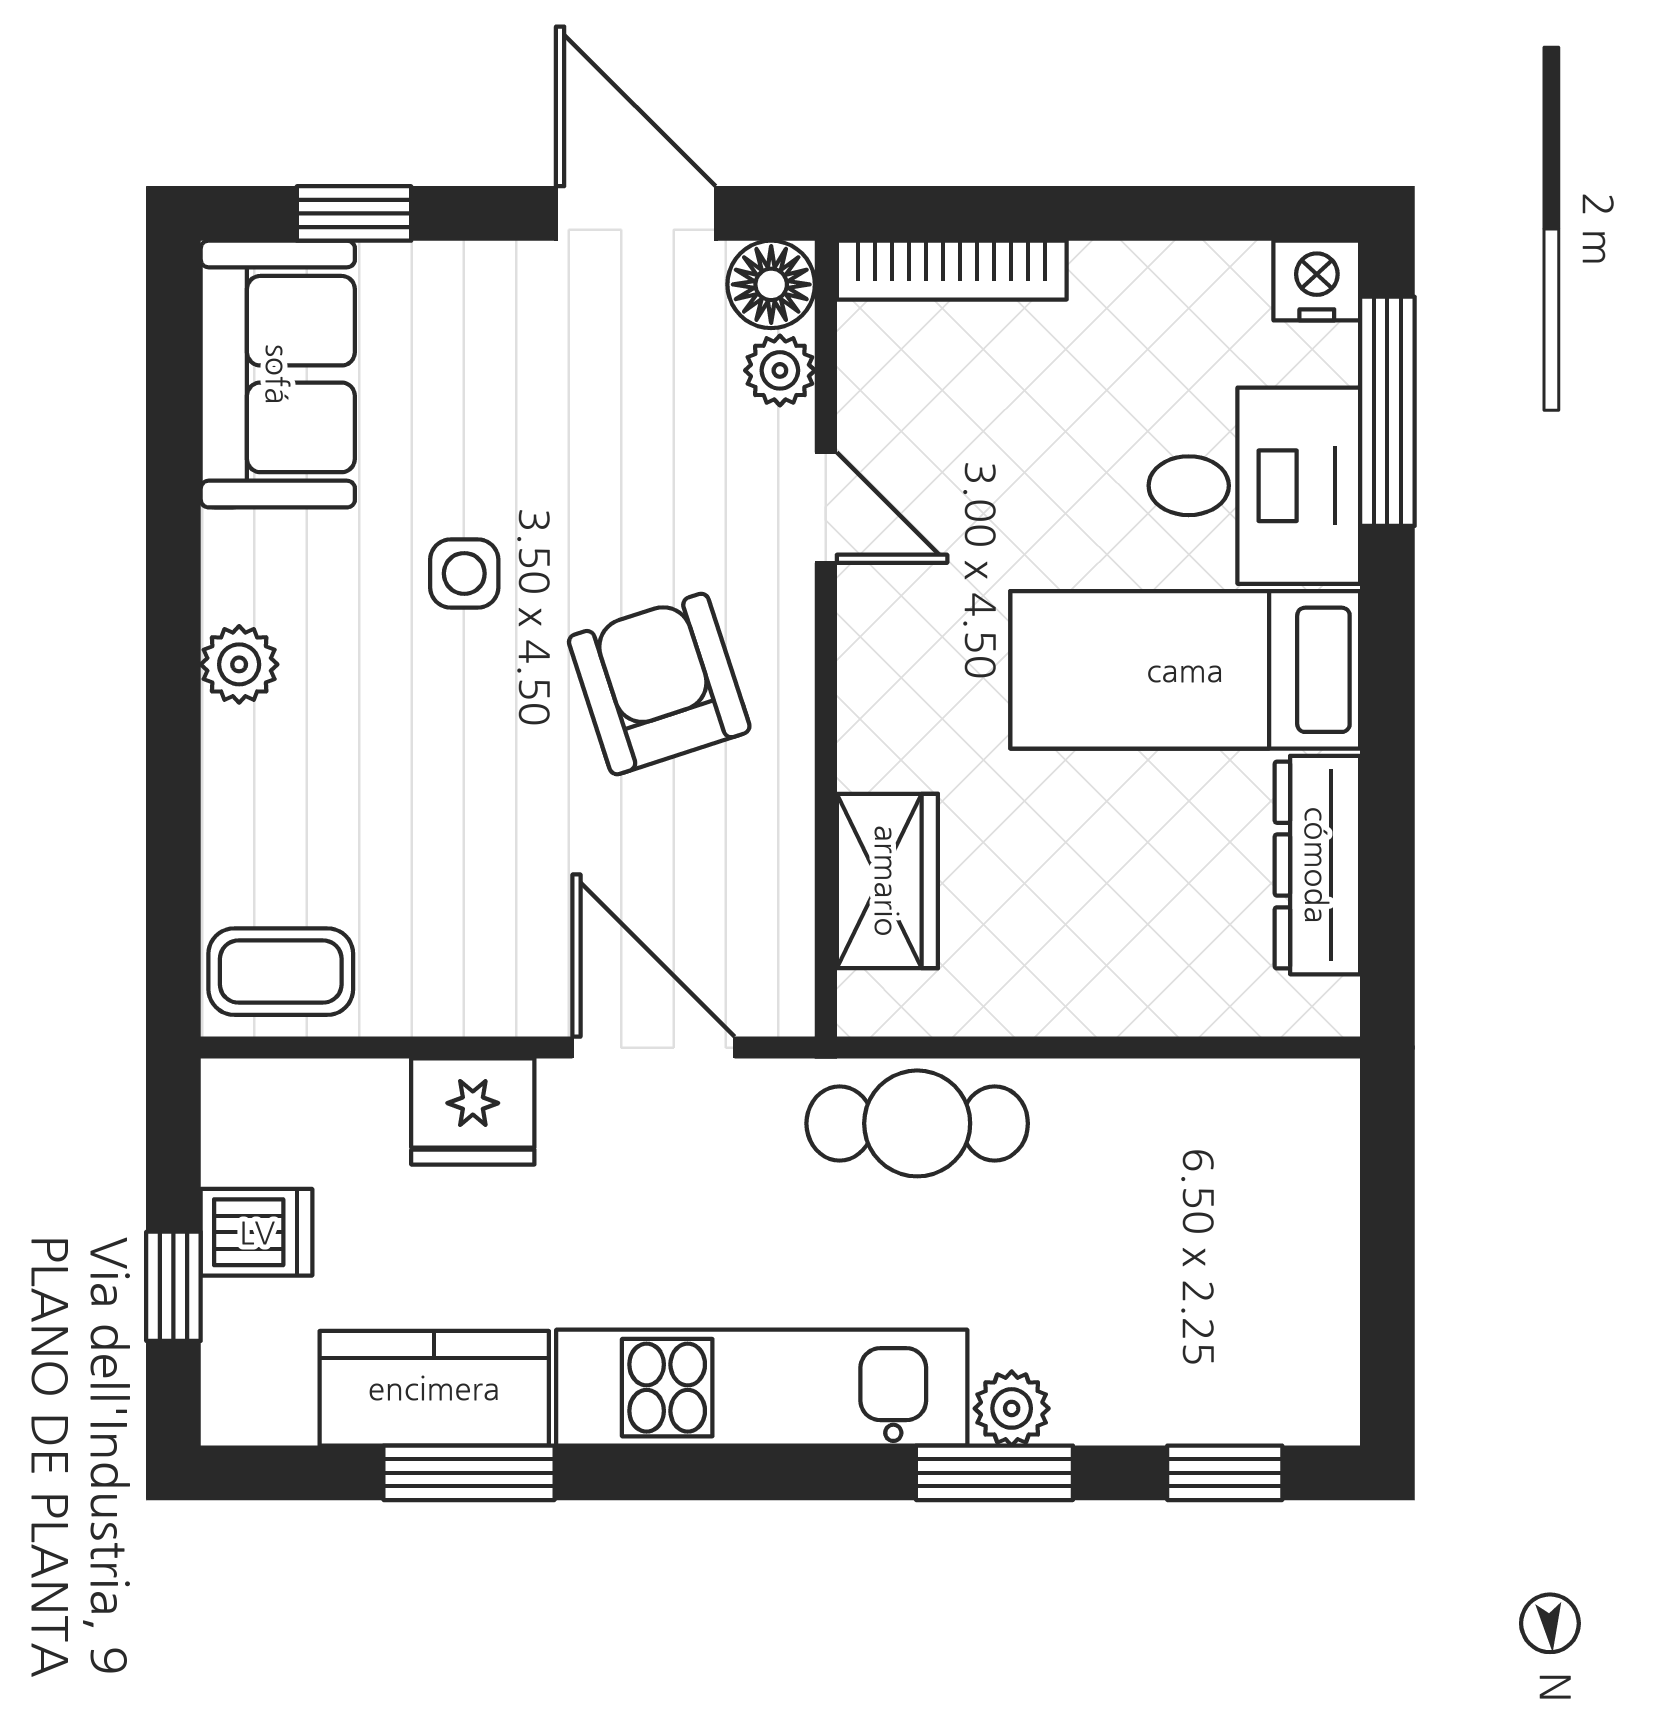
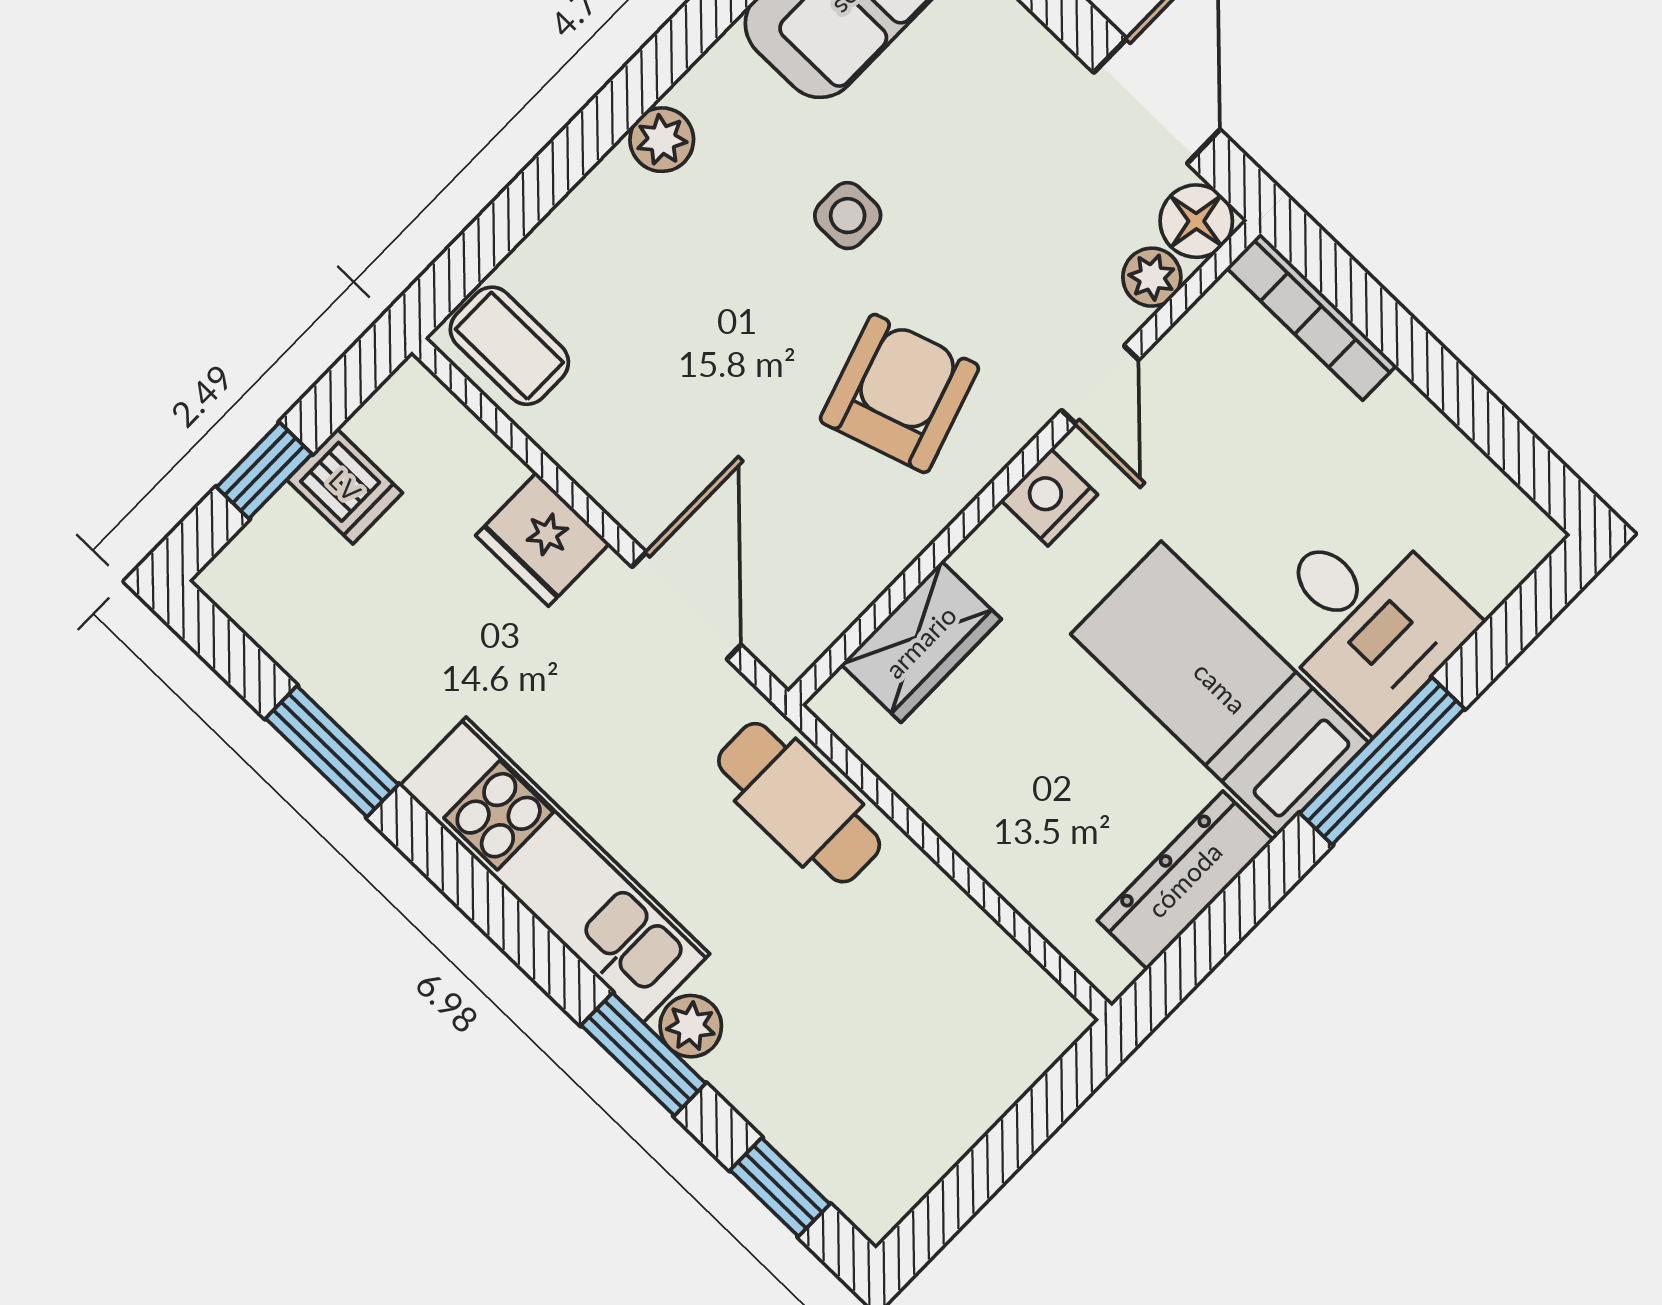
nightstand: (1317, 281) -> (1049, 497), moved, turned -90
window: (1387, 411) -> (1382, 761), moved
kitchen counter: (434, 1388) -> (360, 681), removed

